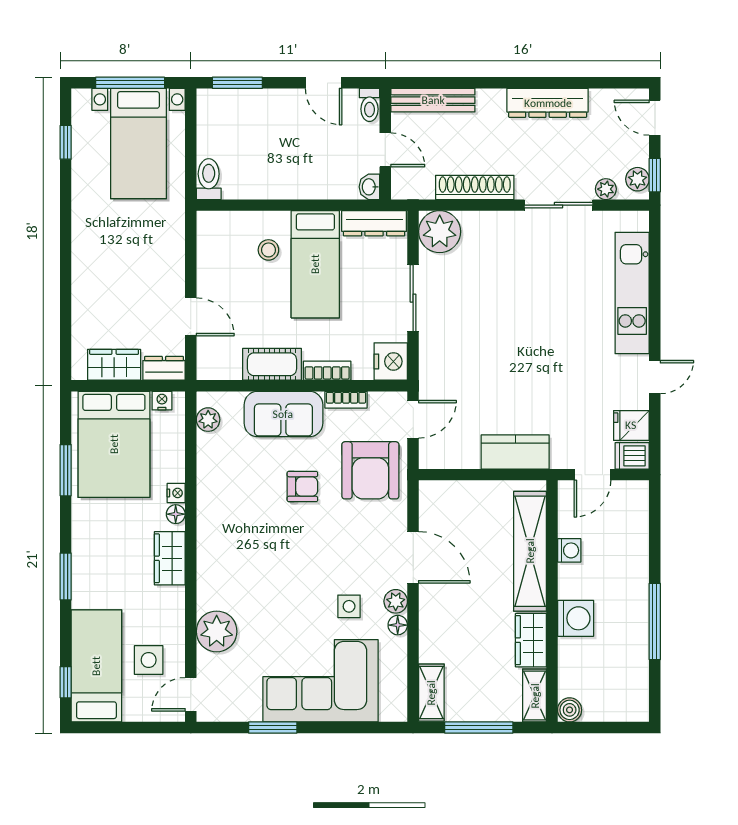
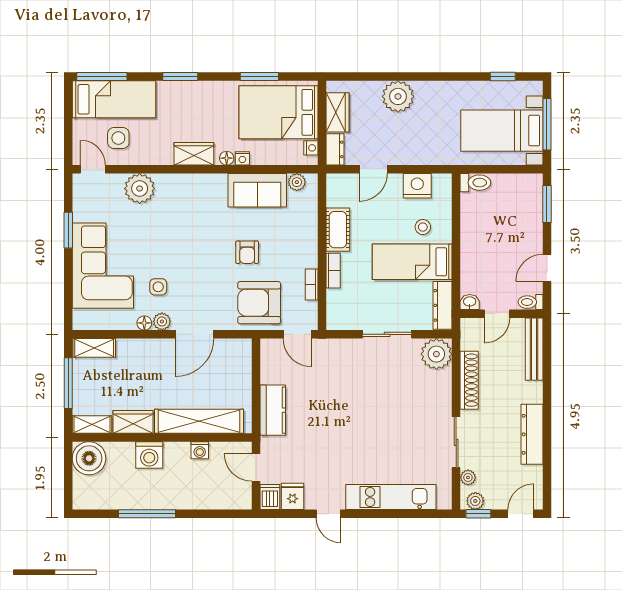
plant: (93, 283) -> (398, 96), added
nightstand: (391, 361) -> (417, 186), moved, turned 180
sofa: (283, 414) -> (257, 190), moved, turned -90
window: (66, 682) -> (102, 76), width x2.17
boiler: (570, 710) -> (89, 458), width x1.86, depth x1.86

